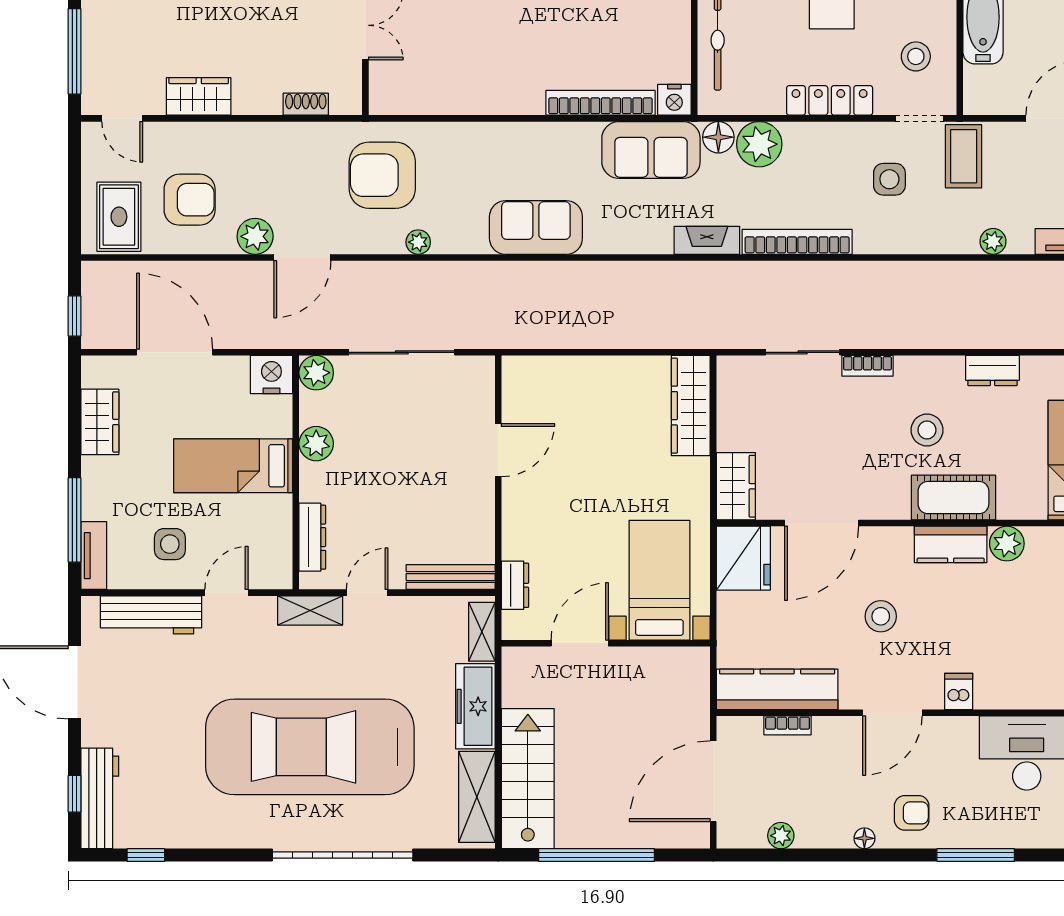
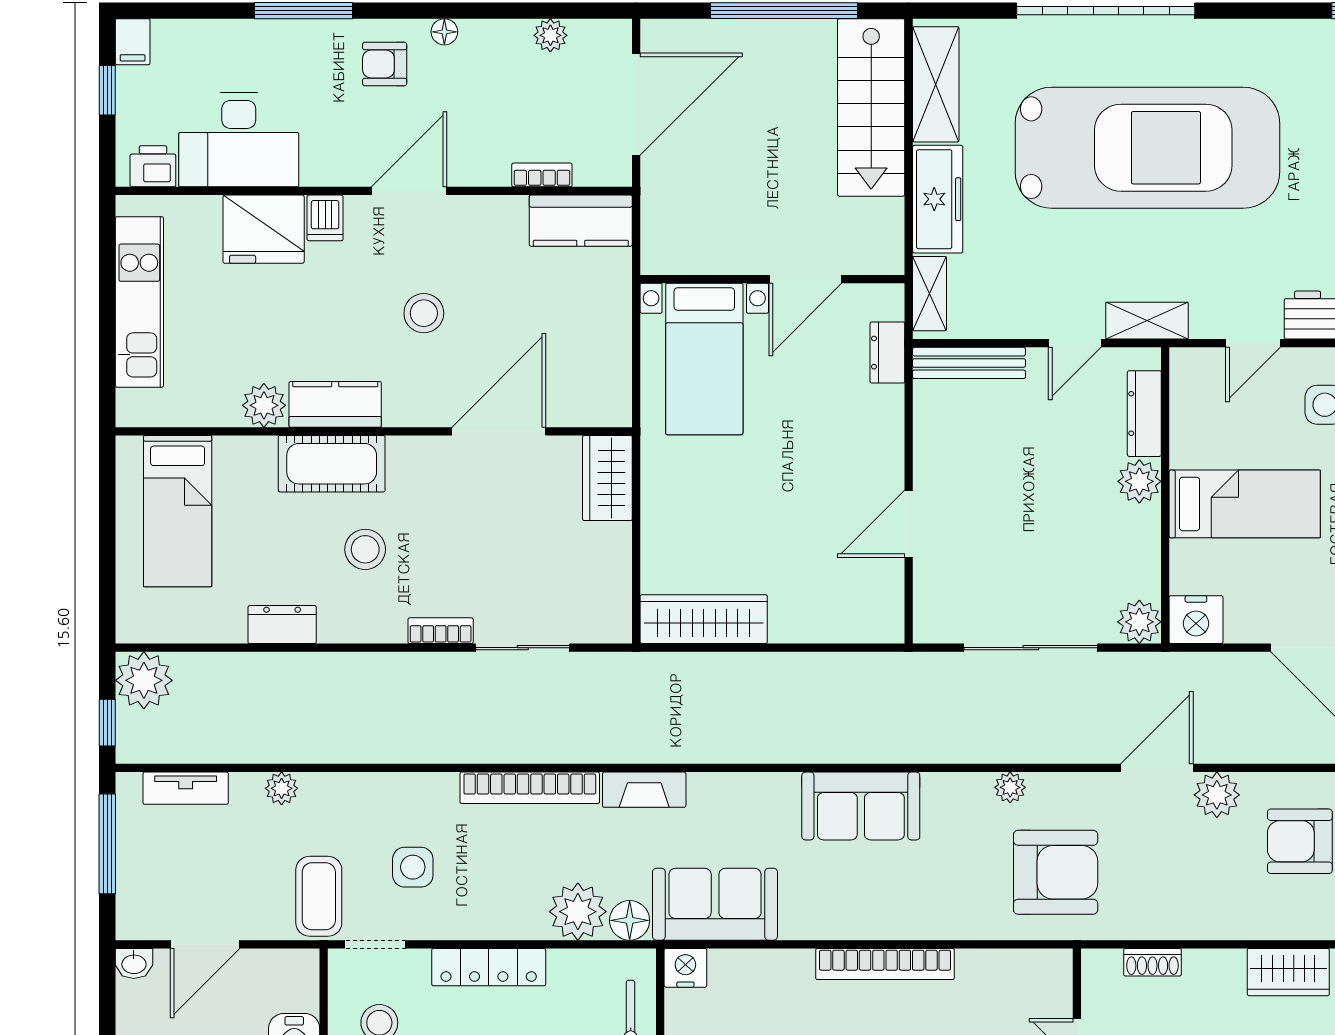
bookcase: (600, 103) -> (885, 964), moved
wardrobe: (691, 406) -> (704, 619), moved, turned -90
plant: (316, 444) -> (1139, 481), moved
fridge: (743, 558) -> (264, 229), moved, turned -90
kitchen counter: (777, 689) -> (581, 221), width x0.67

